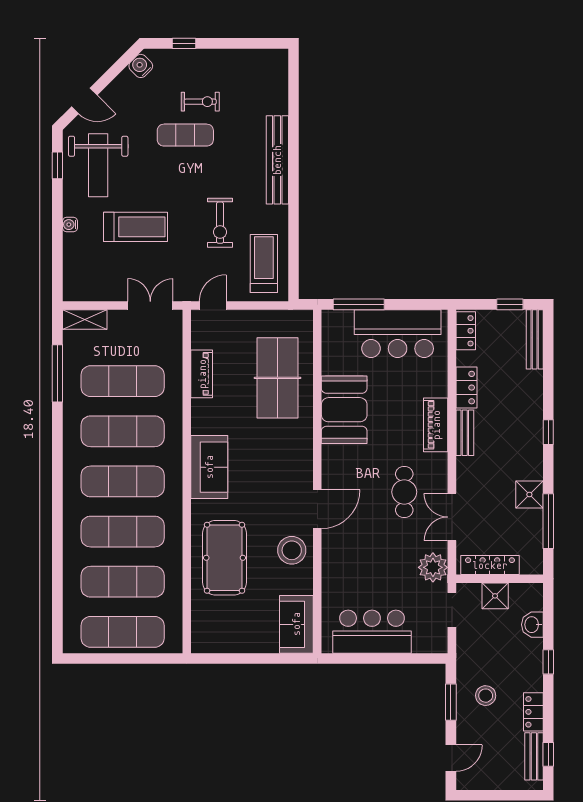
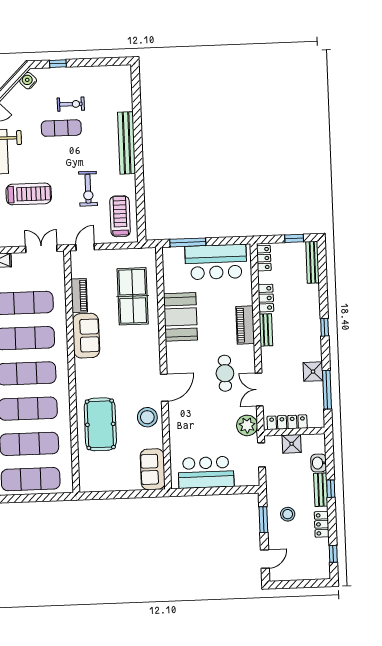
sofa: (209, 467) -> (86, 336), moved
bench: (534, 756) -> (321, 490), moved

